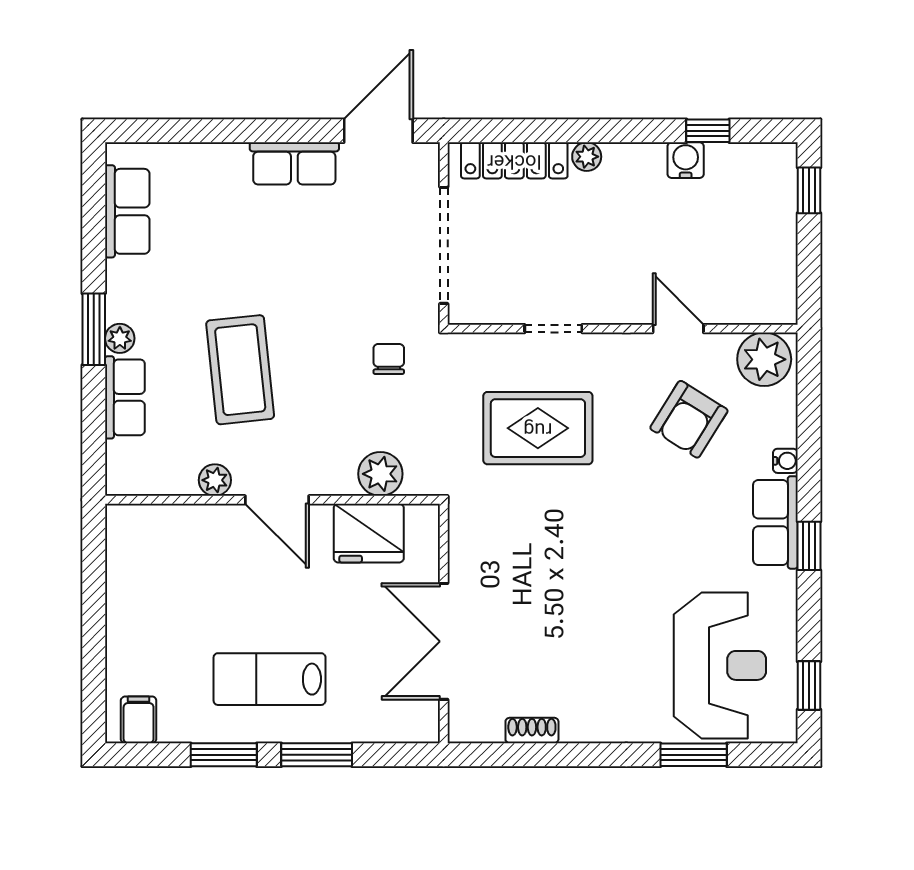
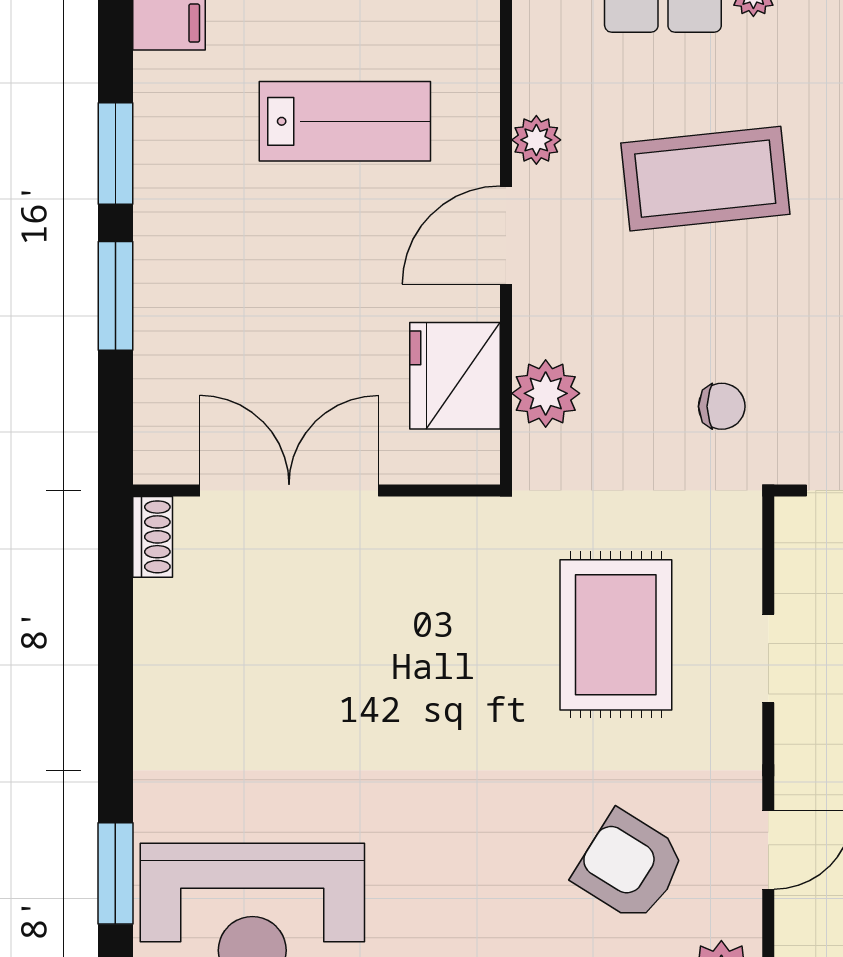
lab bench: (270, 679) -> (345, 121), moved, turned 90
shoe rack: (532, 730) -> (153, 537), moved

